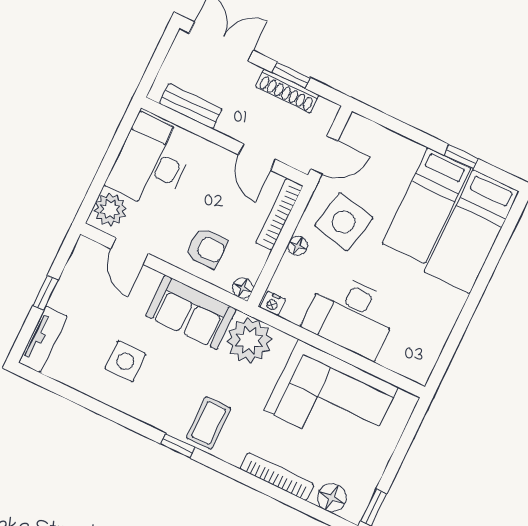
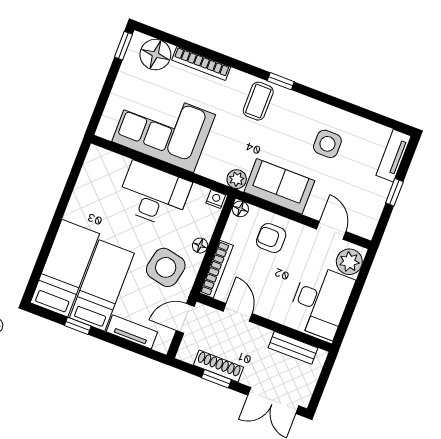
tv unit: (393, 144) -> (132, 332), added
plant: (249, 340) -> (237, 179), width x0.53, depth x0.53
floor lamp: (332, 498) -> (155, 55), width x1.38, depth x1.38

